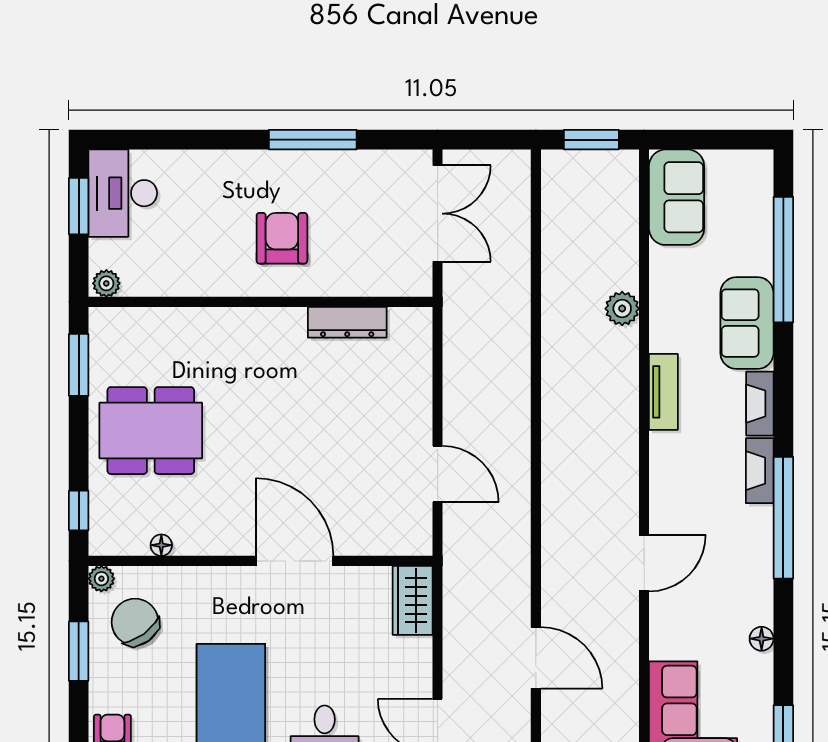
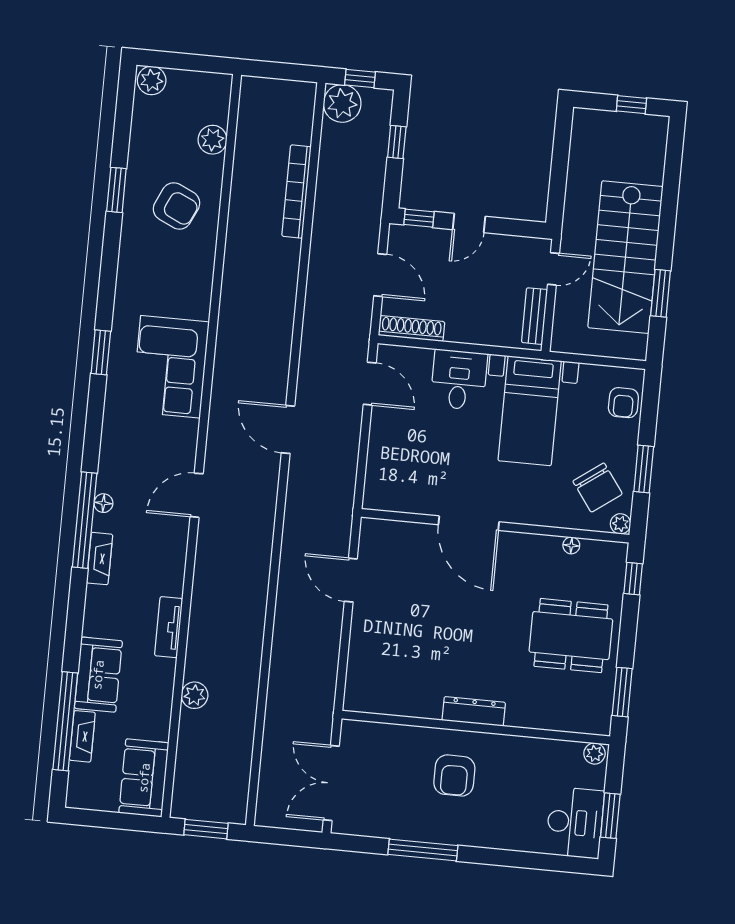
dresser: (347, 322) -> (474, 711), moved
fireplace: (760, 404) -> (82, 736), moved
wardrobe: (413, 600) -> (380, 484), removed
floor lamp: (762, 639) -> (103, 503), moved

